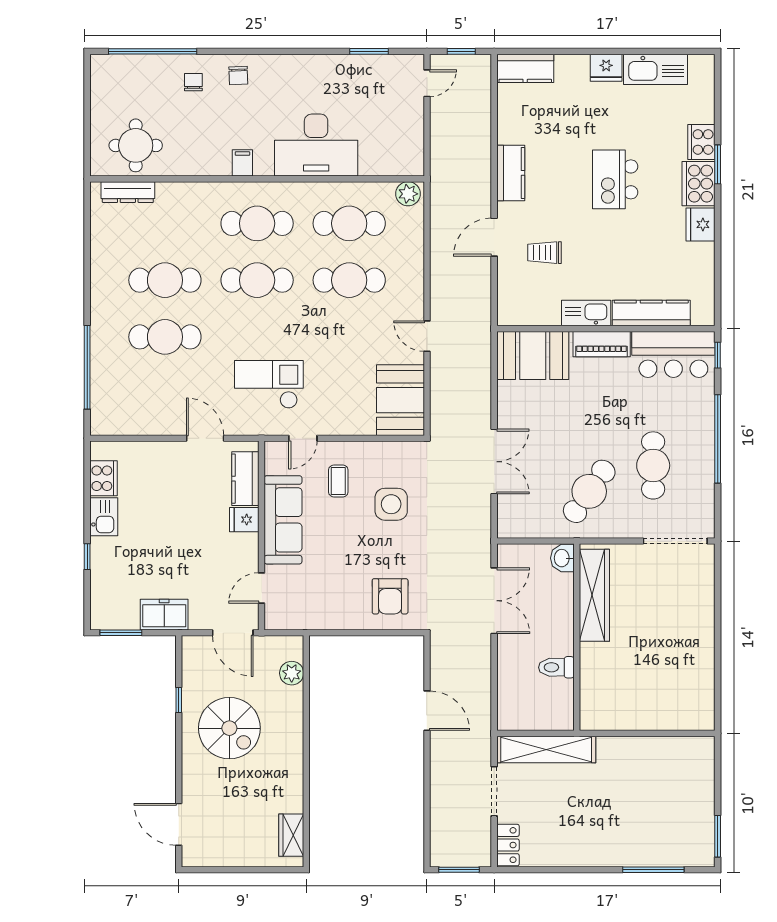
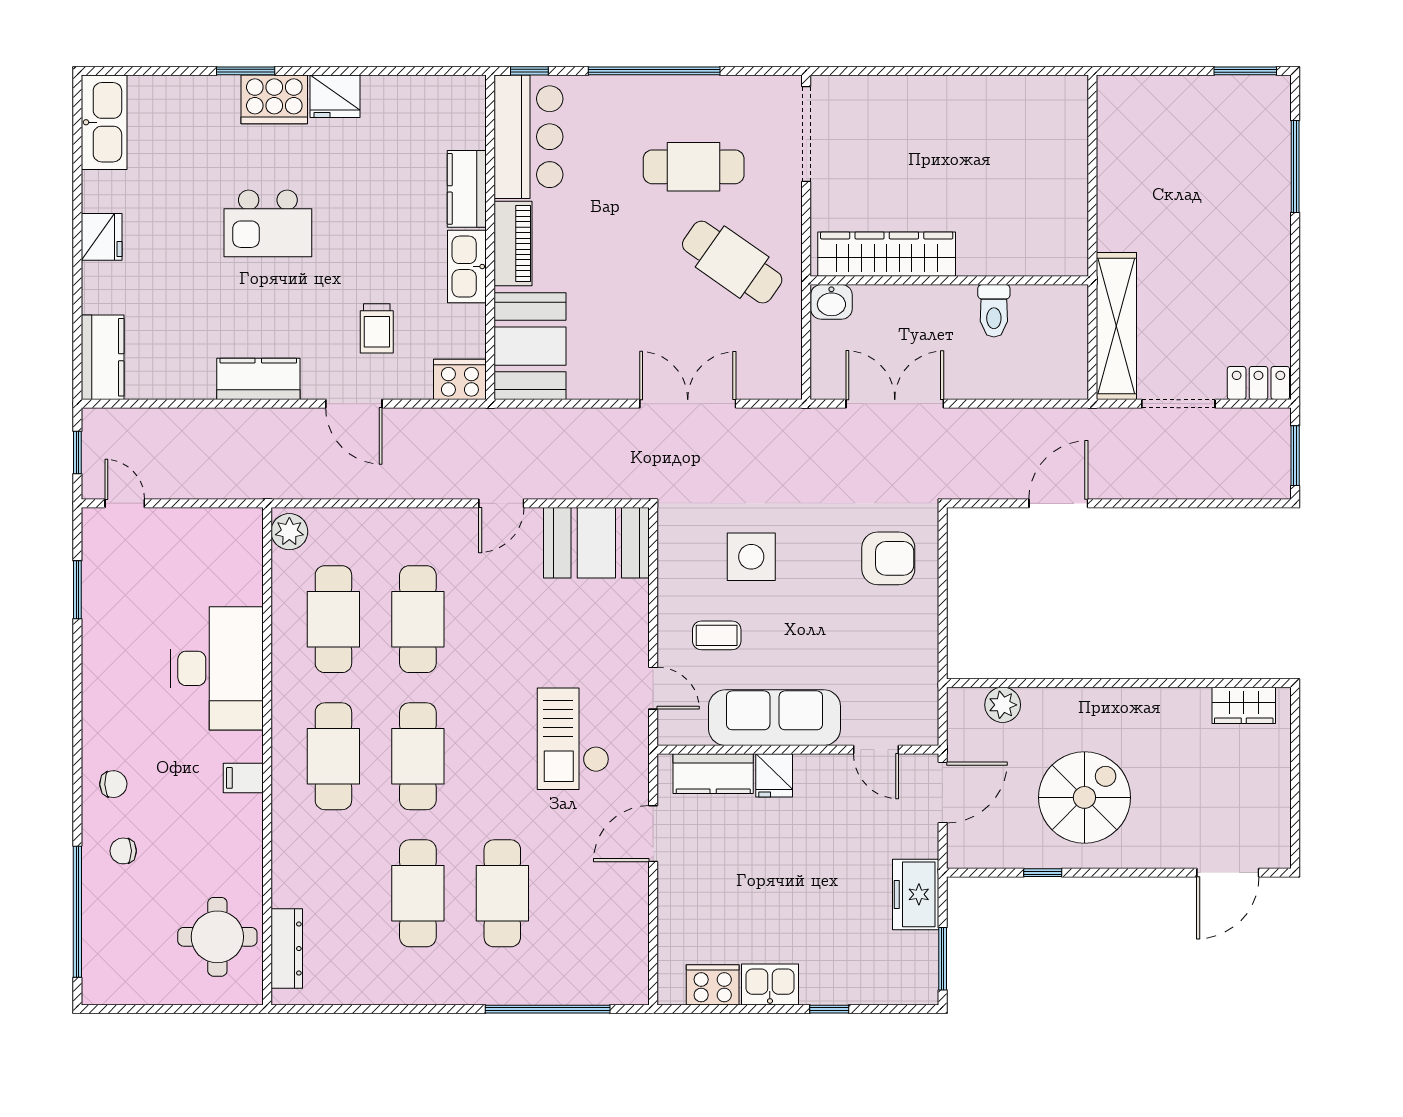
kitchen sink: (656, 69) -> (104, 122), moved
cooker: (701, 142) -> (460, 379), moved, turned 180
kitchen counter: (651, 313) -> (467, 189), width x0.67

